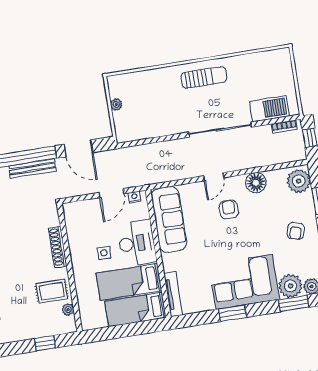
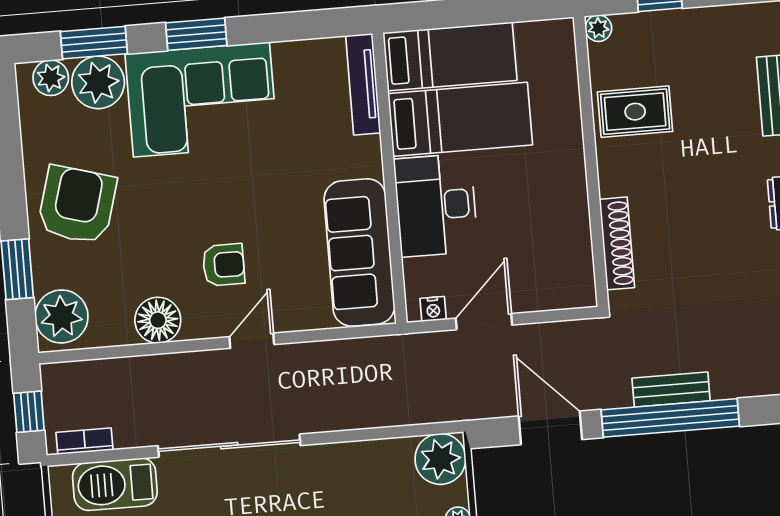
plant: (126, 131) -> (440, 459), added
bench: (32, 168) -> (671, 390), width x0.73
armchair: (229, 209) -> (224, 265), turned -90
armchair: (296, 231) -> (77, 205), width x1.88, depth x1.88
shoe rack: (58, 247) -> (617, 243), moved
side table: (104, 253) -> (511, 189), removed
plant: (68, 310) -> (598, 28), moved
window: (233, 313) -> (196, 34), moved

